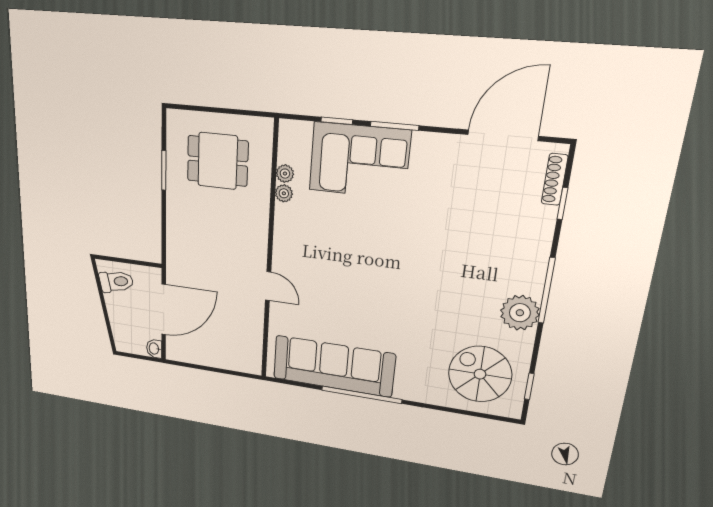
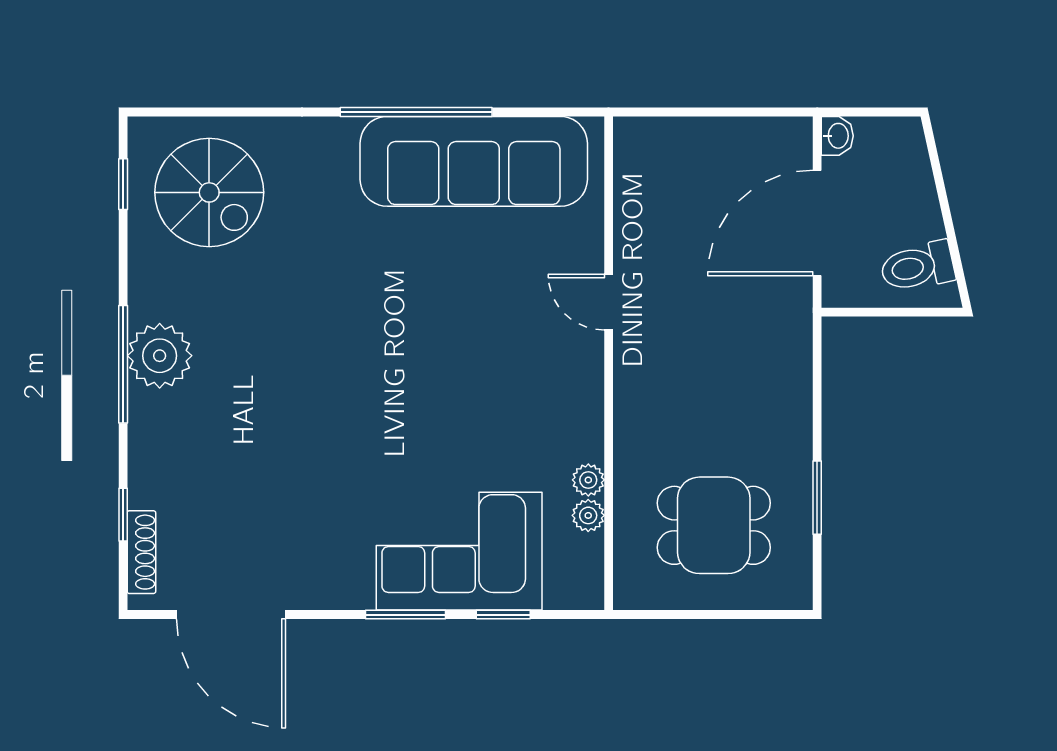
door: (503, 135) -> (231, 615), hinge flipped
plant: (520, 313) -> (160, 356), moved

